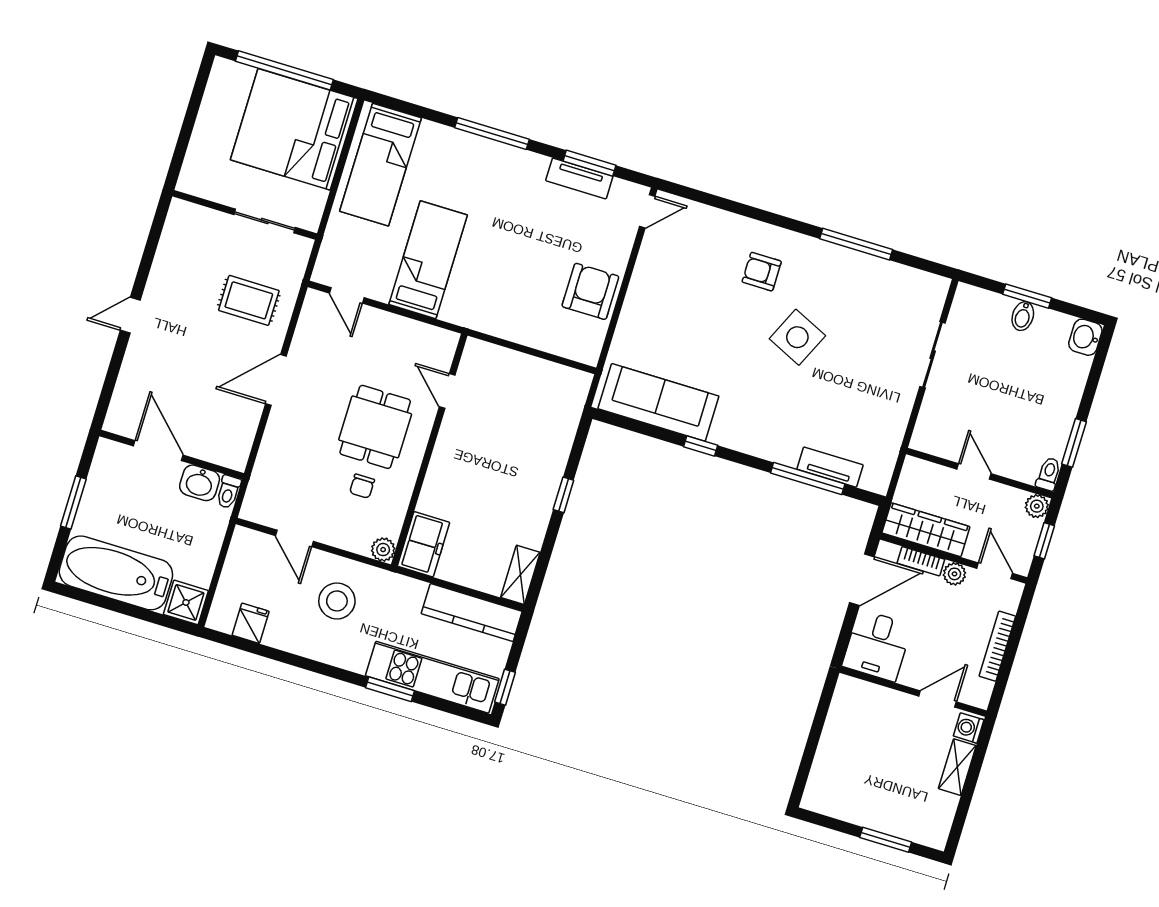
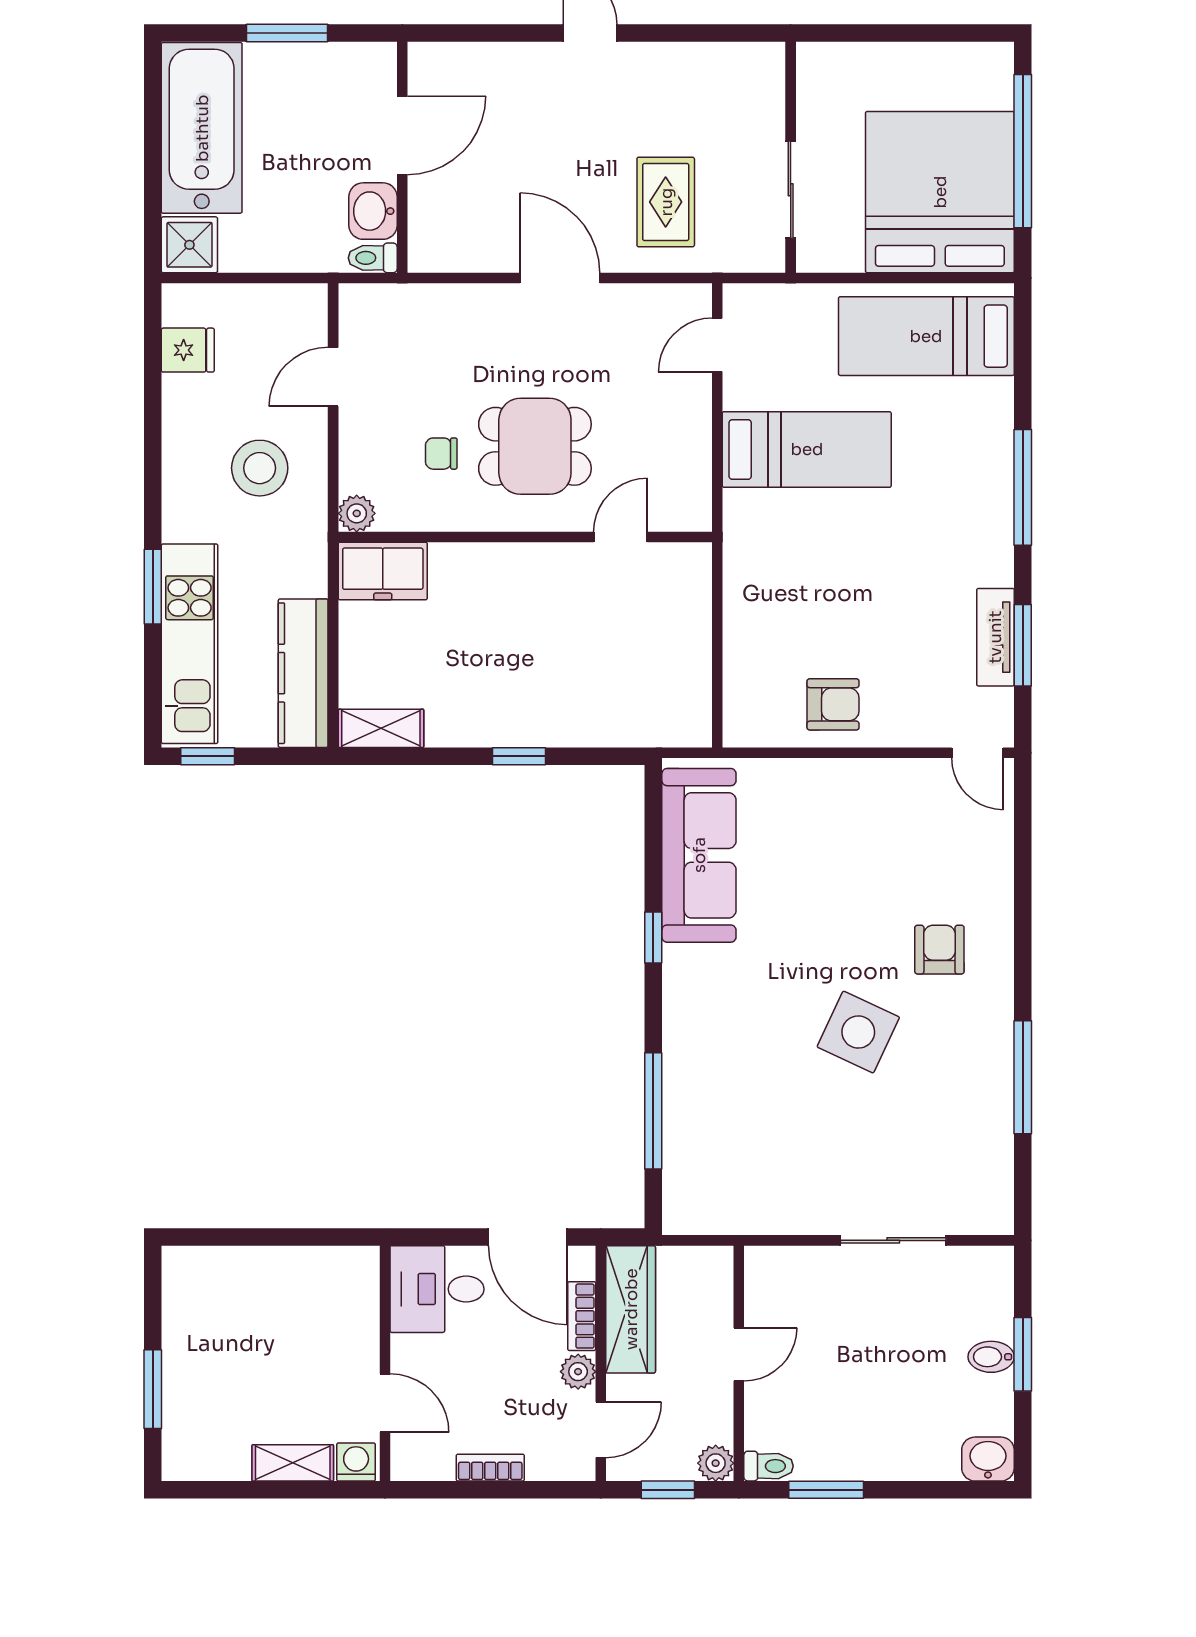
armchair: (590, 291) -> (833, 704), width x0.72, depth x0.72
tv unit: (830, 467) -> (680, 1139), removed
bookcase: (997, 646) -> (490, 1468), width x0.64

